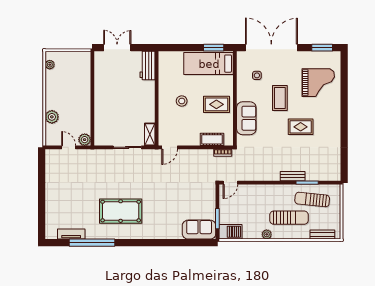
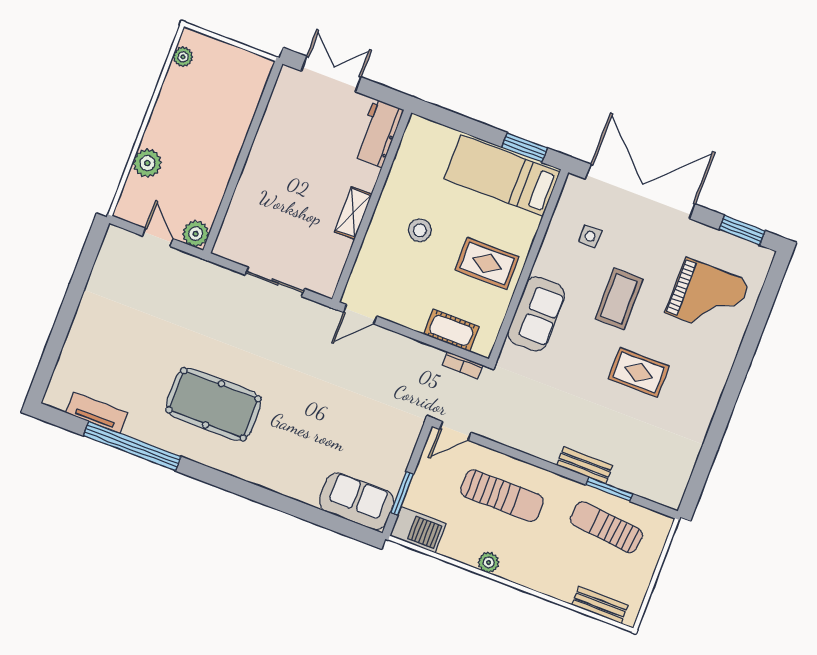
shelving: (150, 134) -> (353, 213), moved
sun lounger: (289, 218) -> (502, 496), moved

